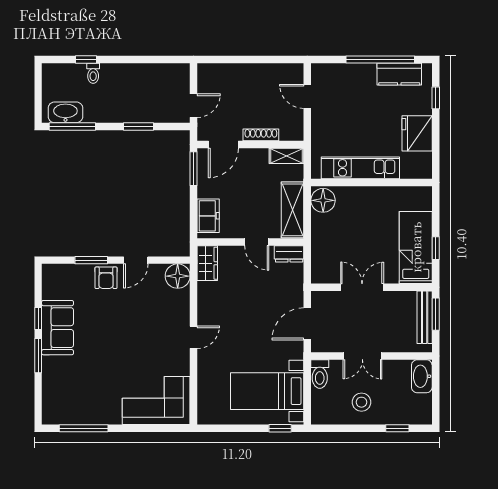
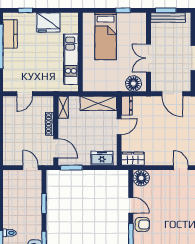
floor lamp: (323, 200) -> (133, 84), moved
bed: (416, 247) -> (106, 36), moved, turned -90

